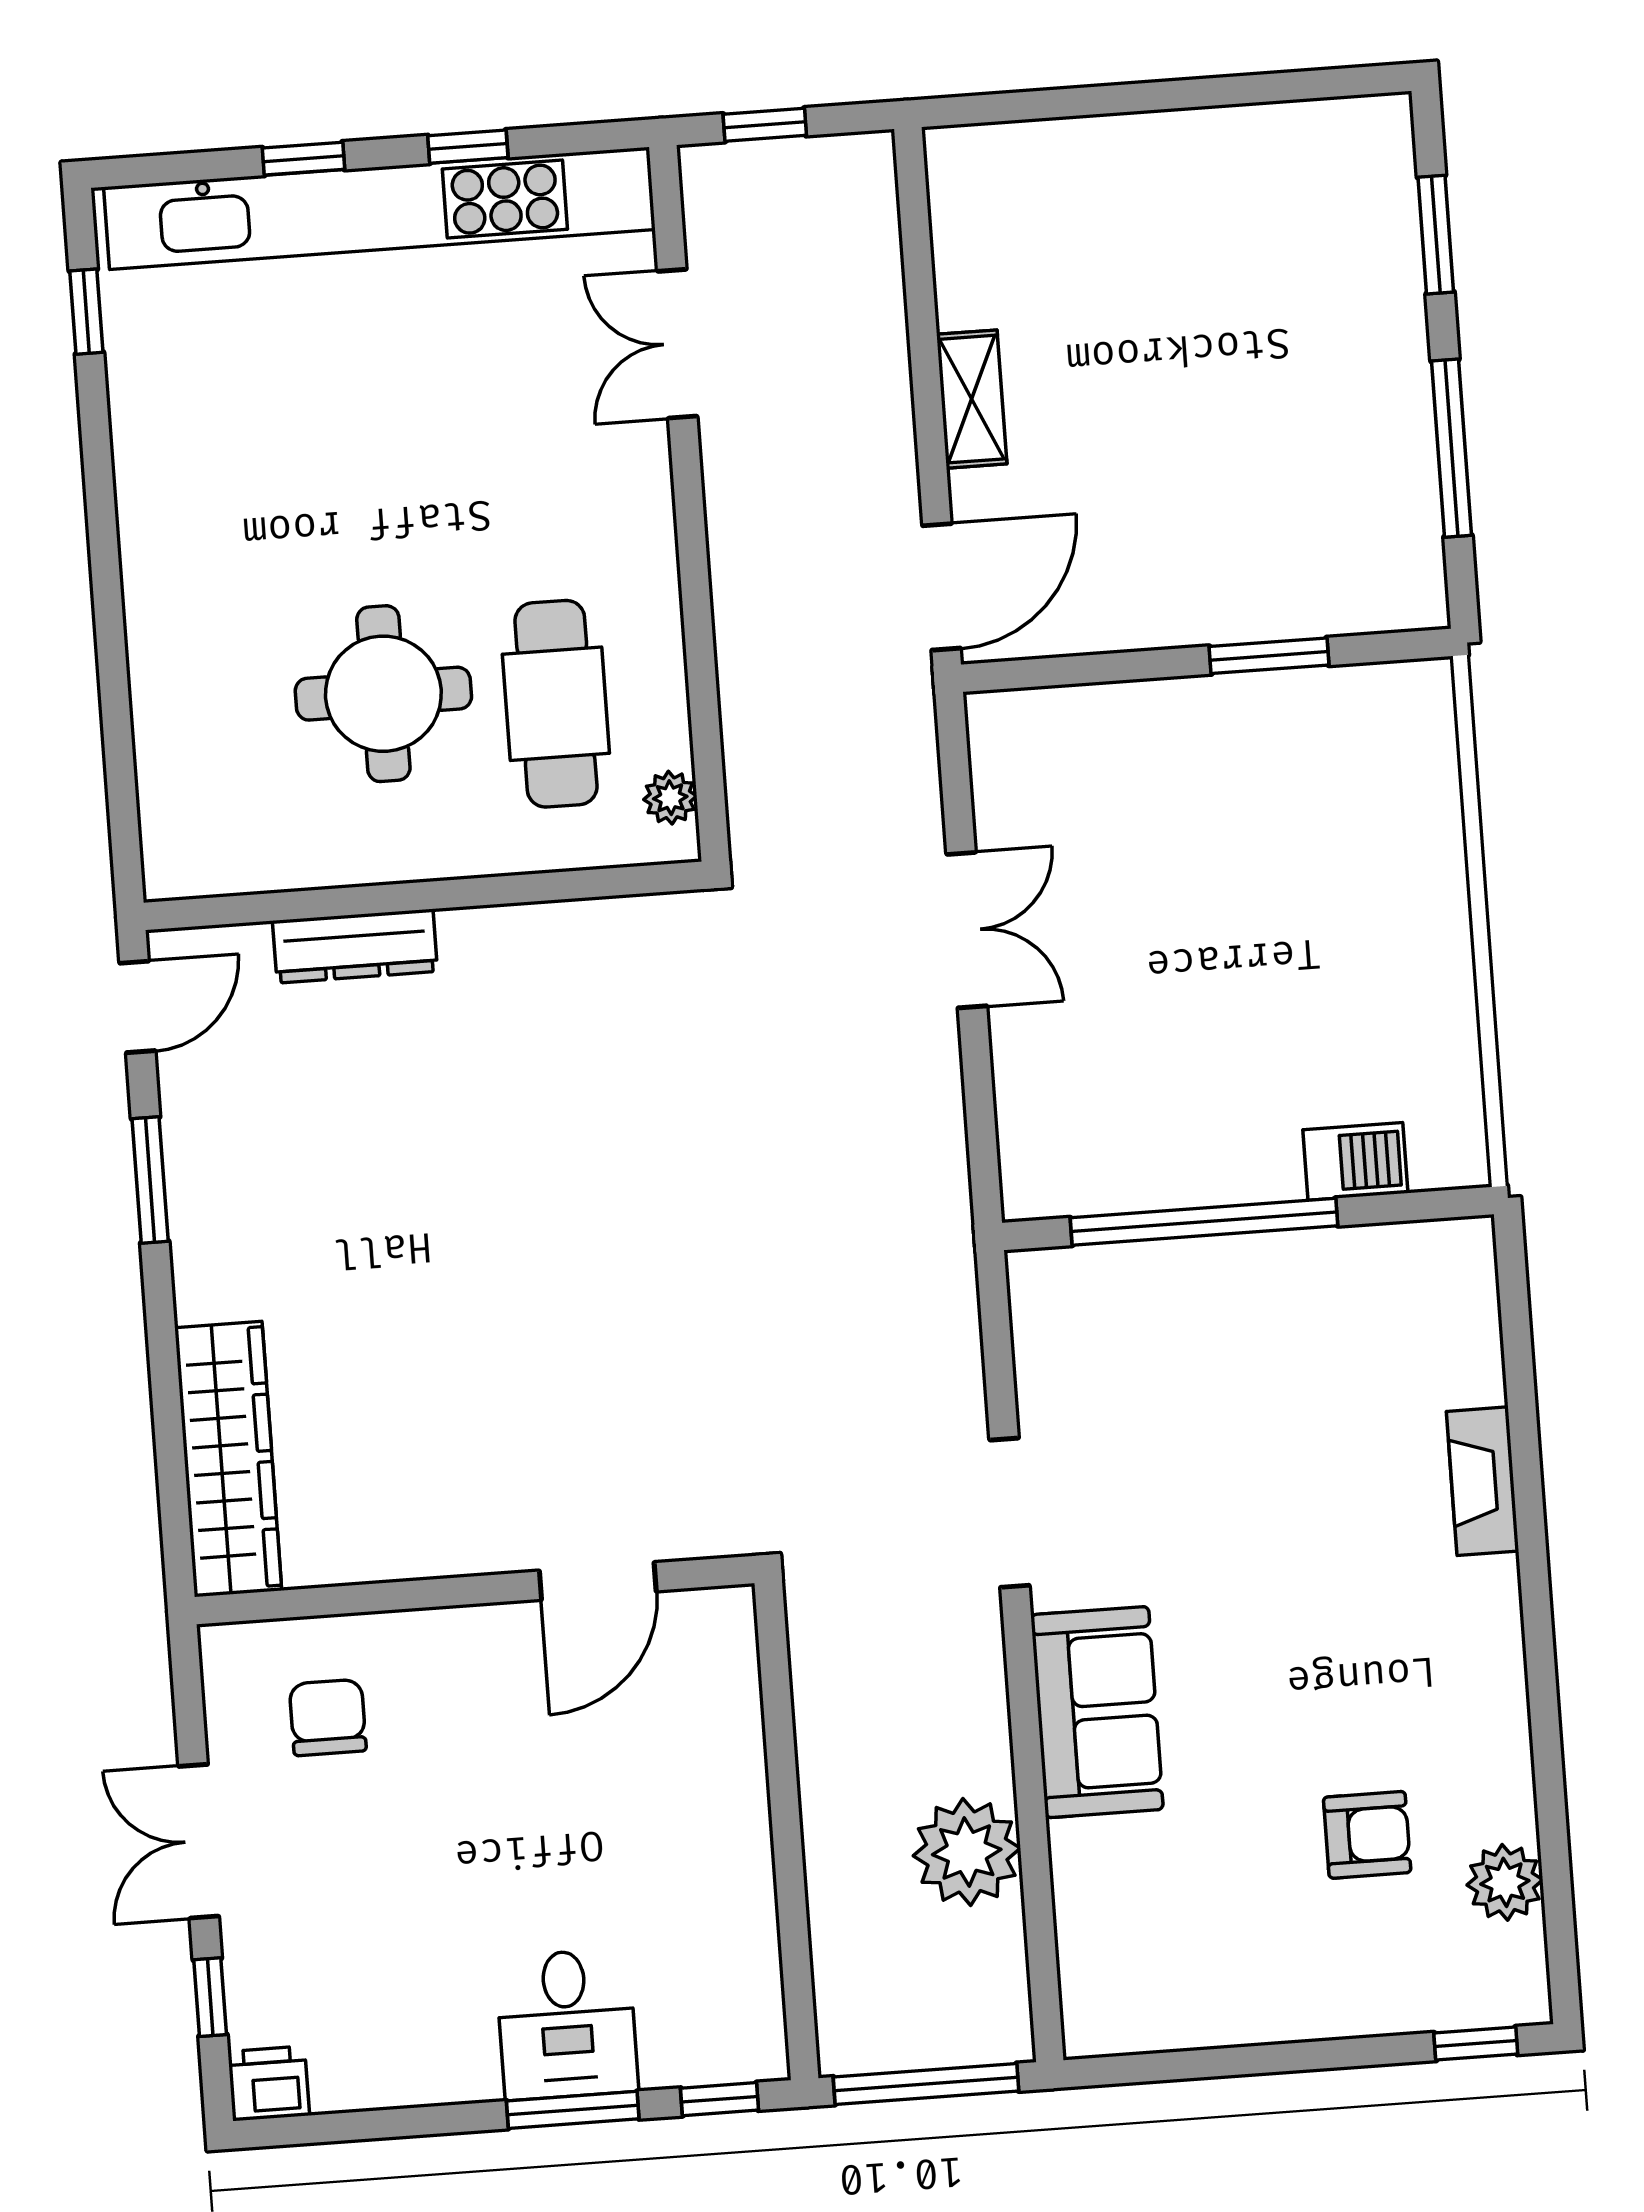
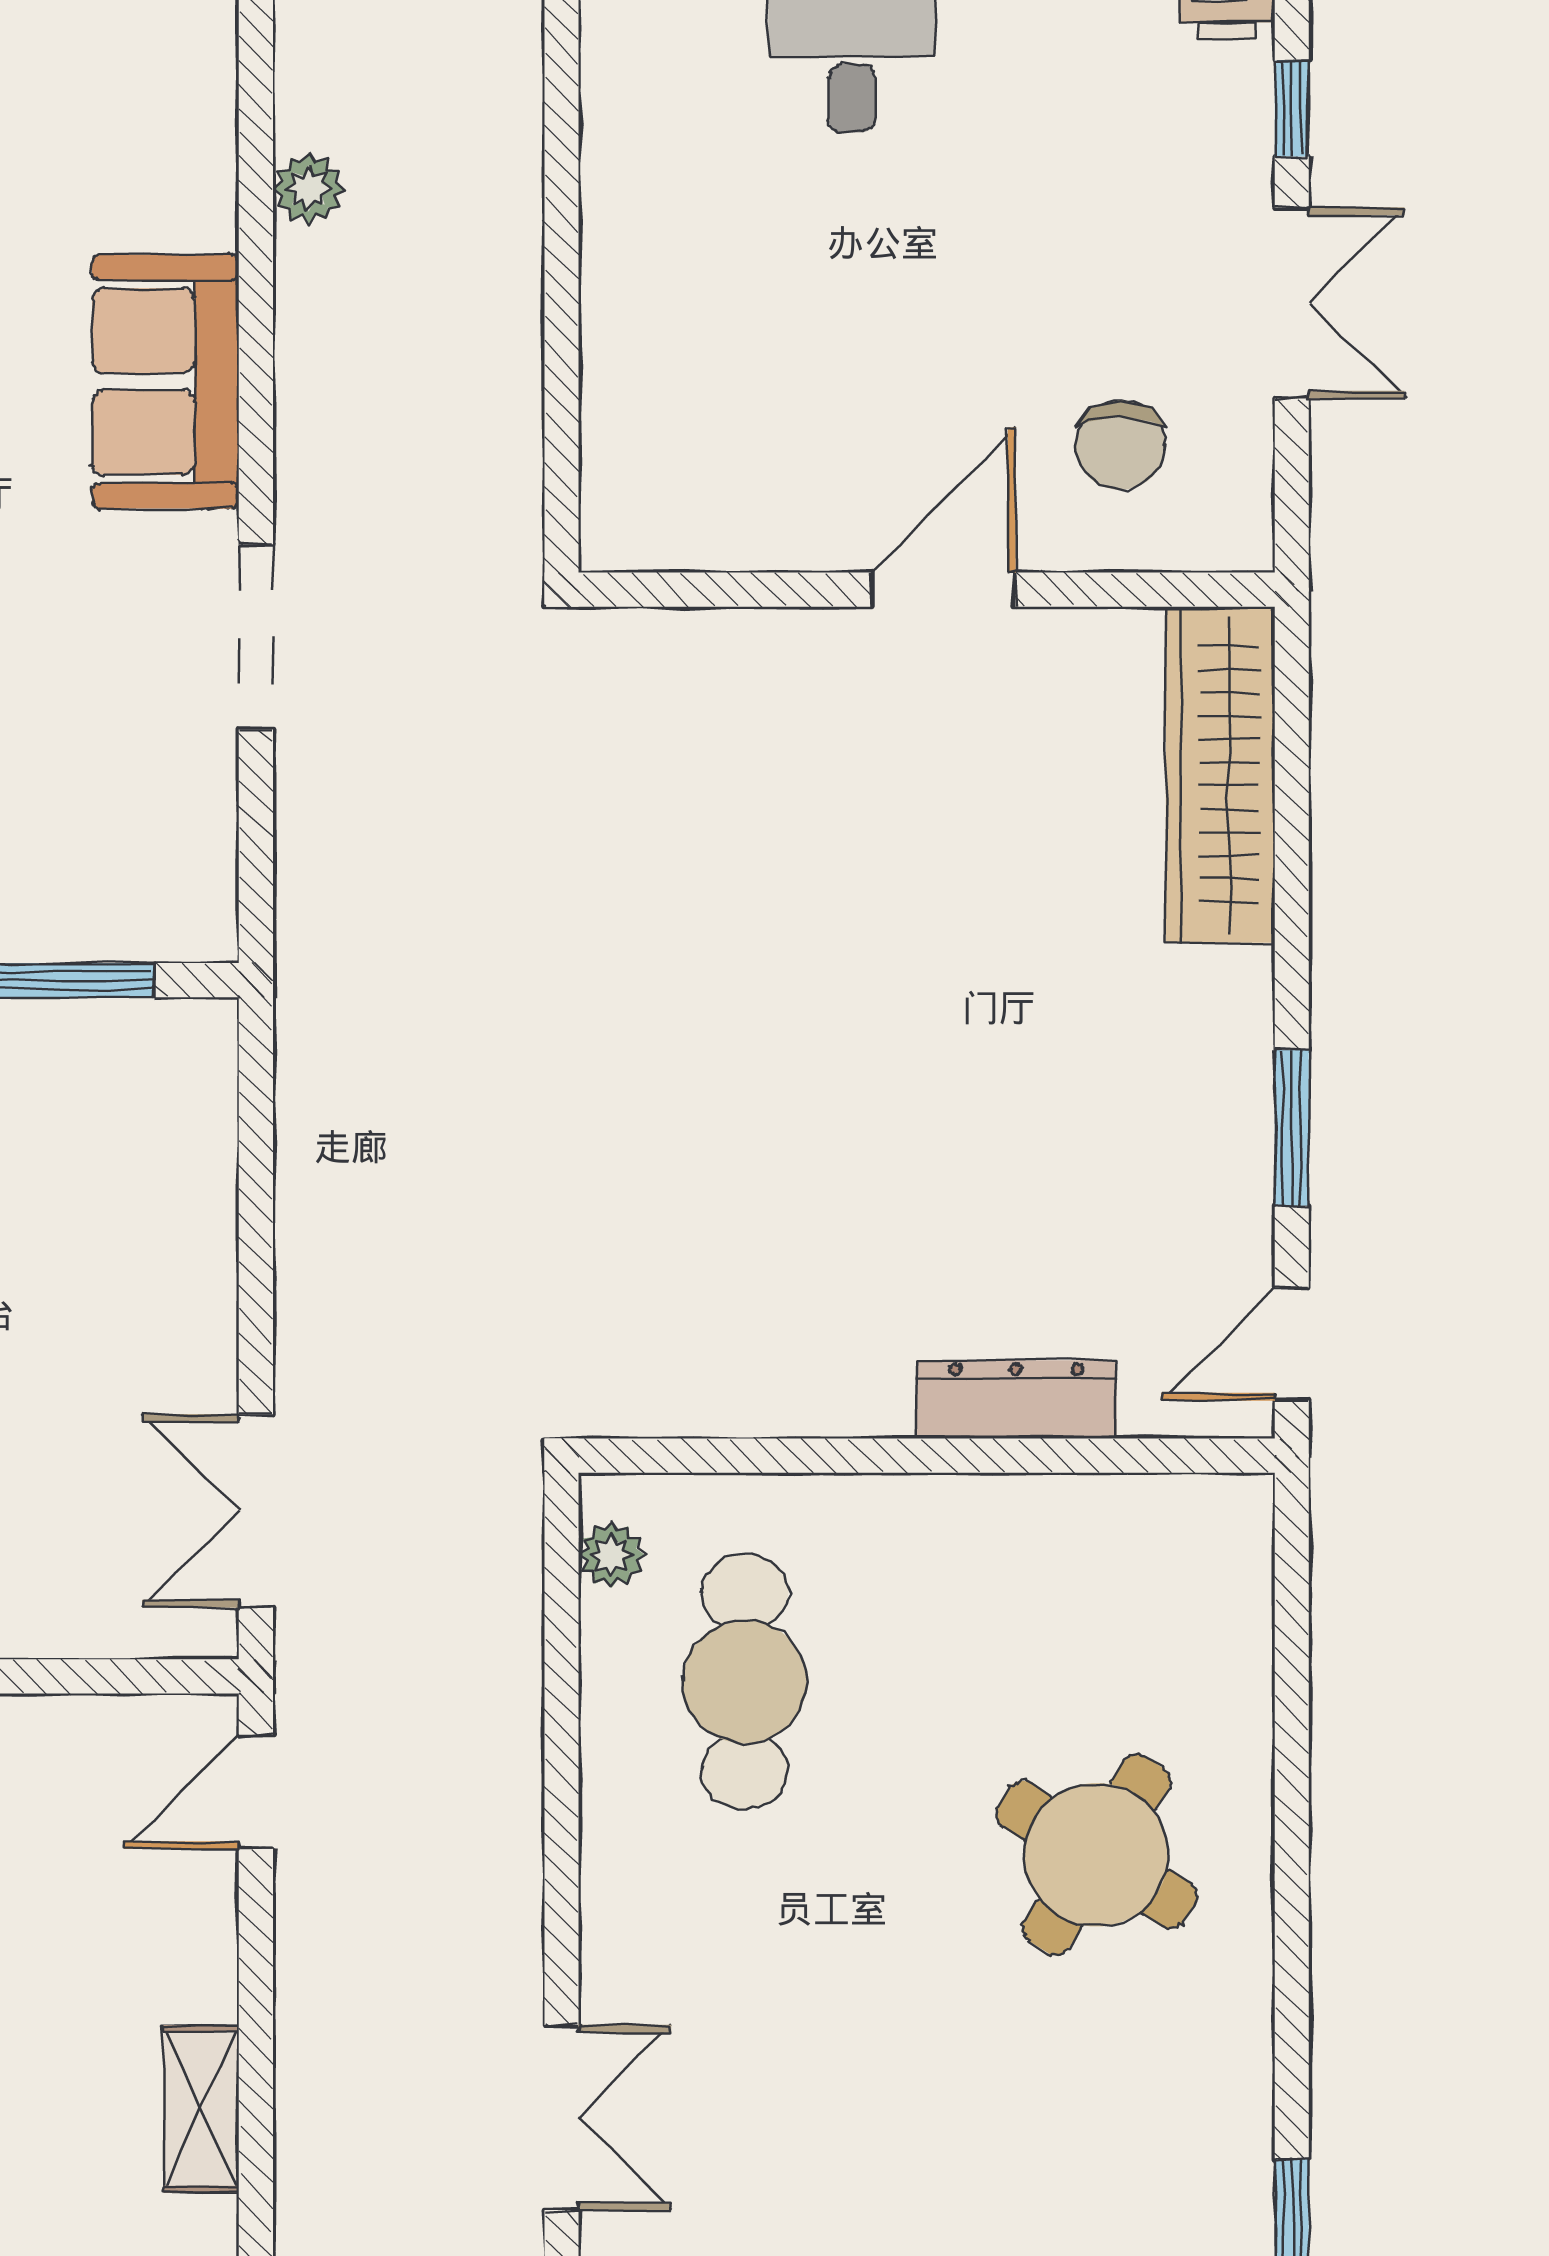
shelving: (972, 399) -> (201, 2109), moved
door: (942, 587) -> (256, 1792), width x0.73
round table: (383, 694) -> (1096, 1855), moved, turned 32
double door: (967, 930) -> (256, 1511), moved
door: (598, 1581) -> (943, 590), moved
plant: (967, 1852) -> (309, 189), width x0.53, depth x0.53

